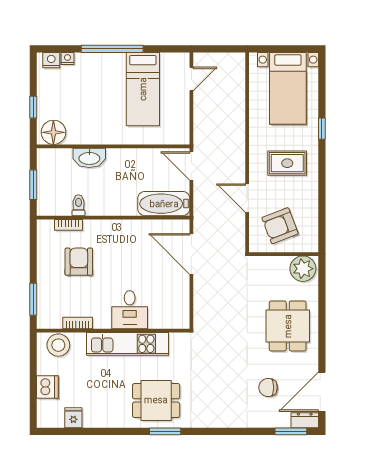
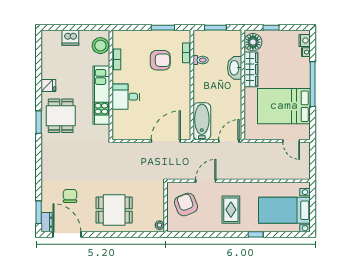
bed: (143, 89) -> (284, 106), width x1.50
wardrobe: (92, 135) -> (251, 69), added
plant: (303, 269) -> (160, 225), width x0.53, depth x0.53
window: (33, 299) -> (163, 28), moved
fridge: (73, 418) -> (48, 86), moved

